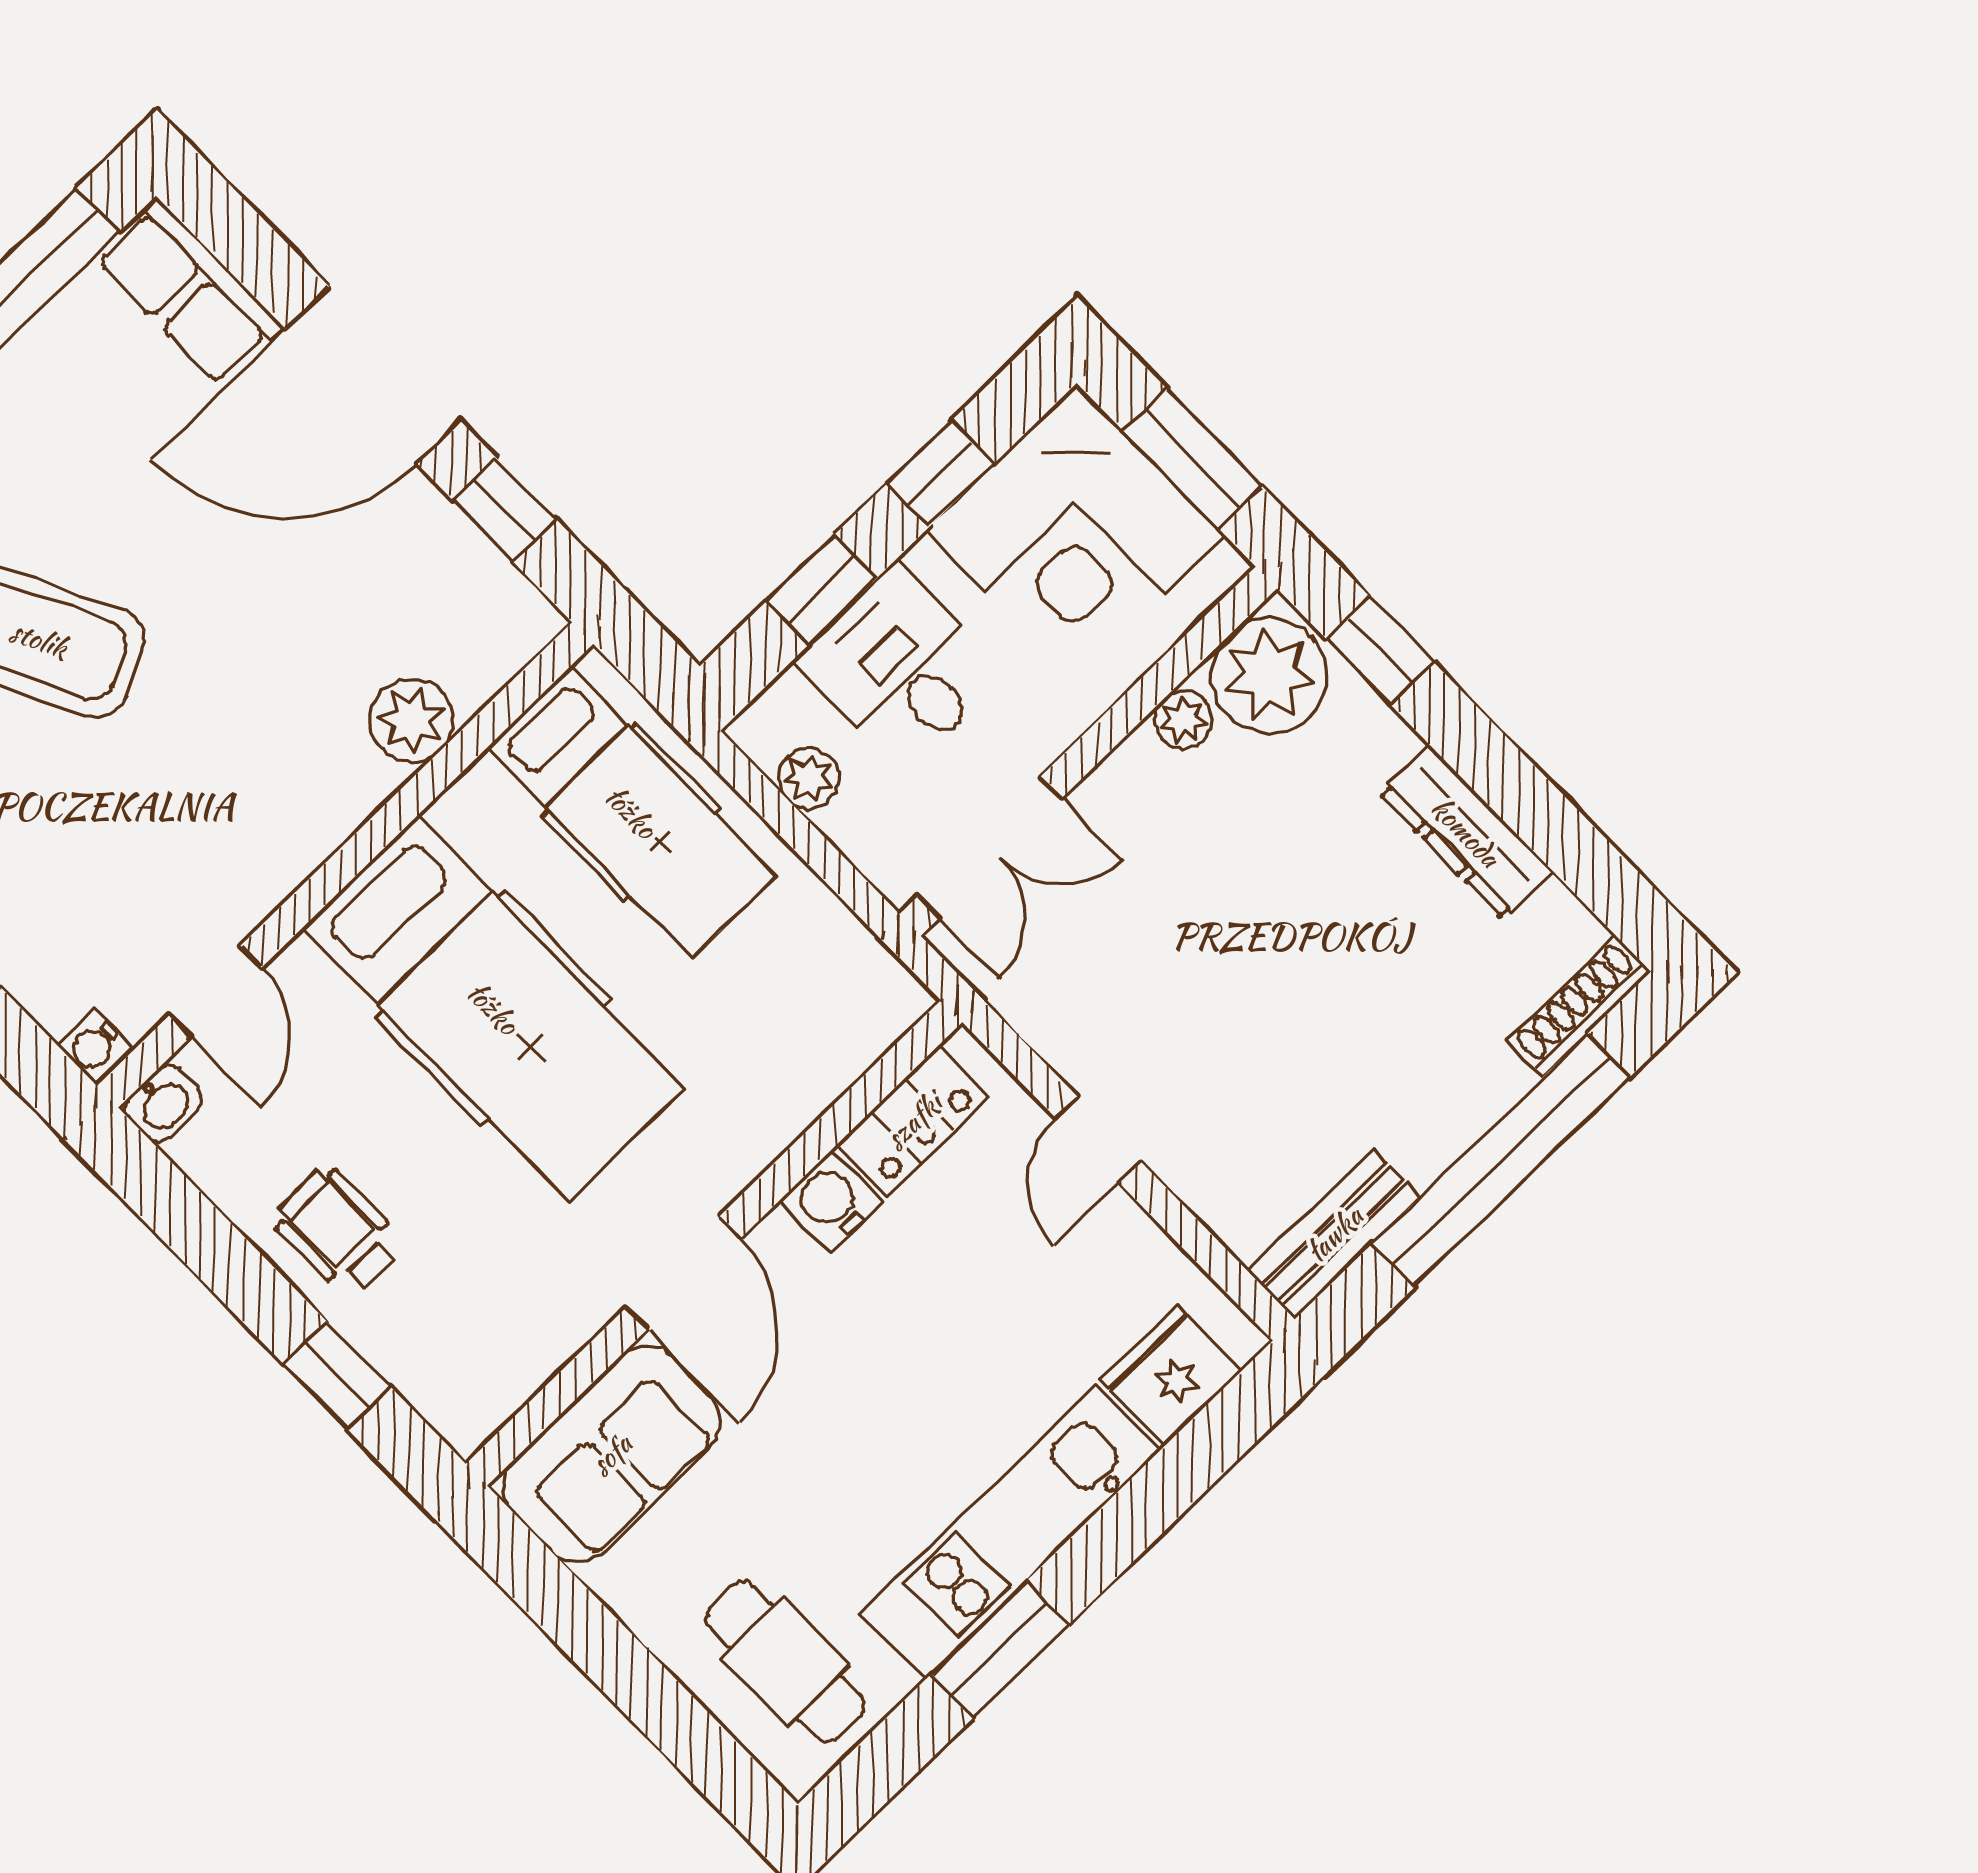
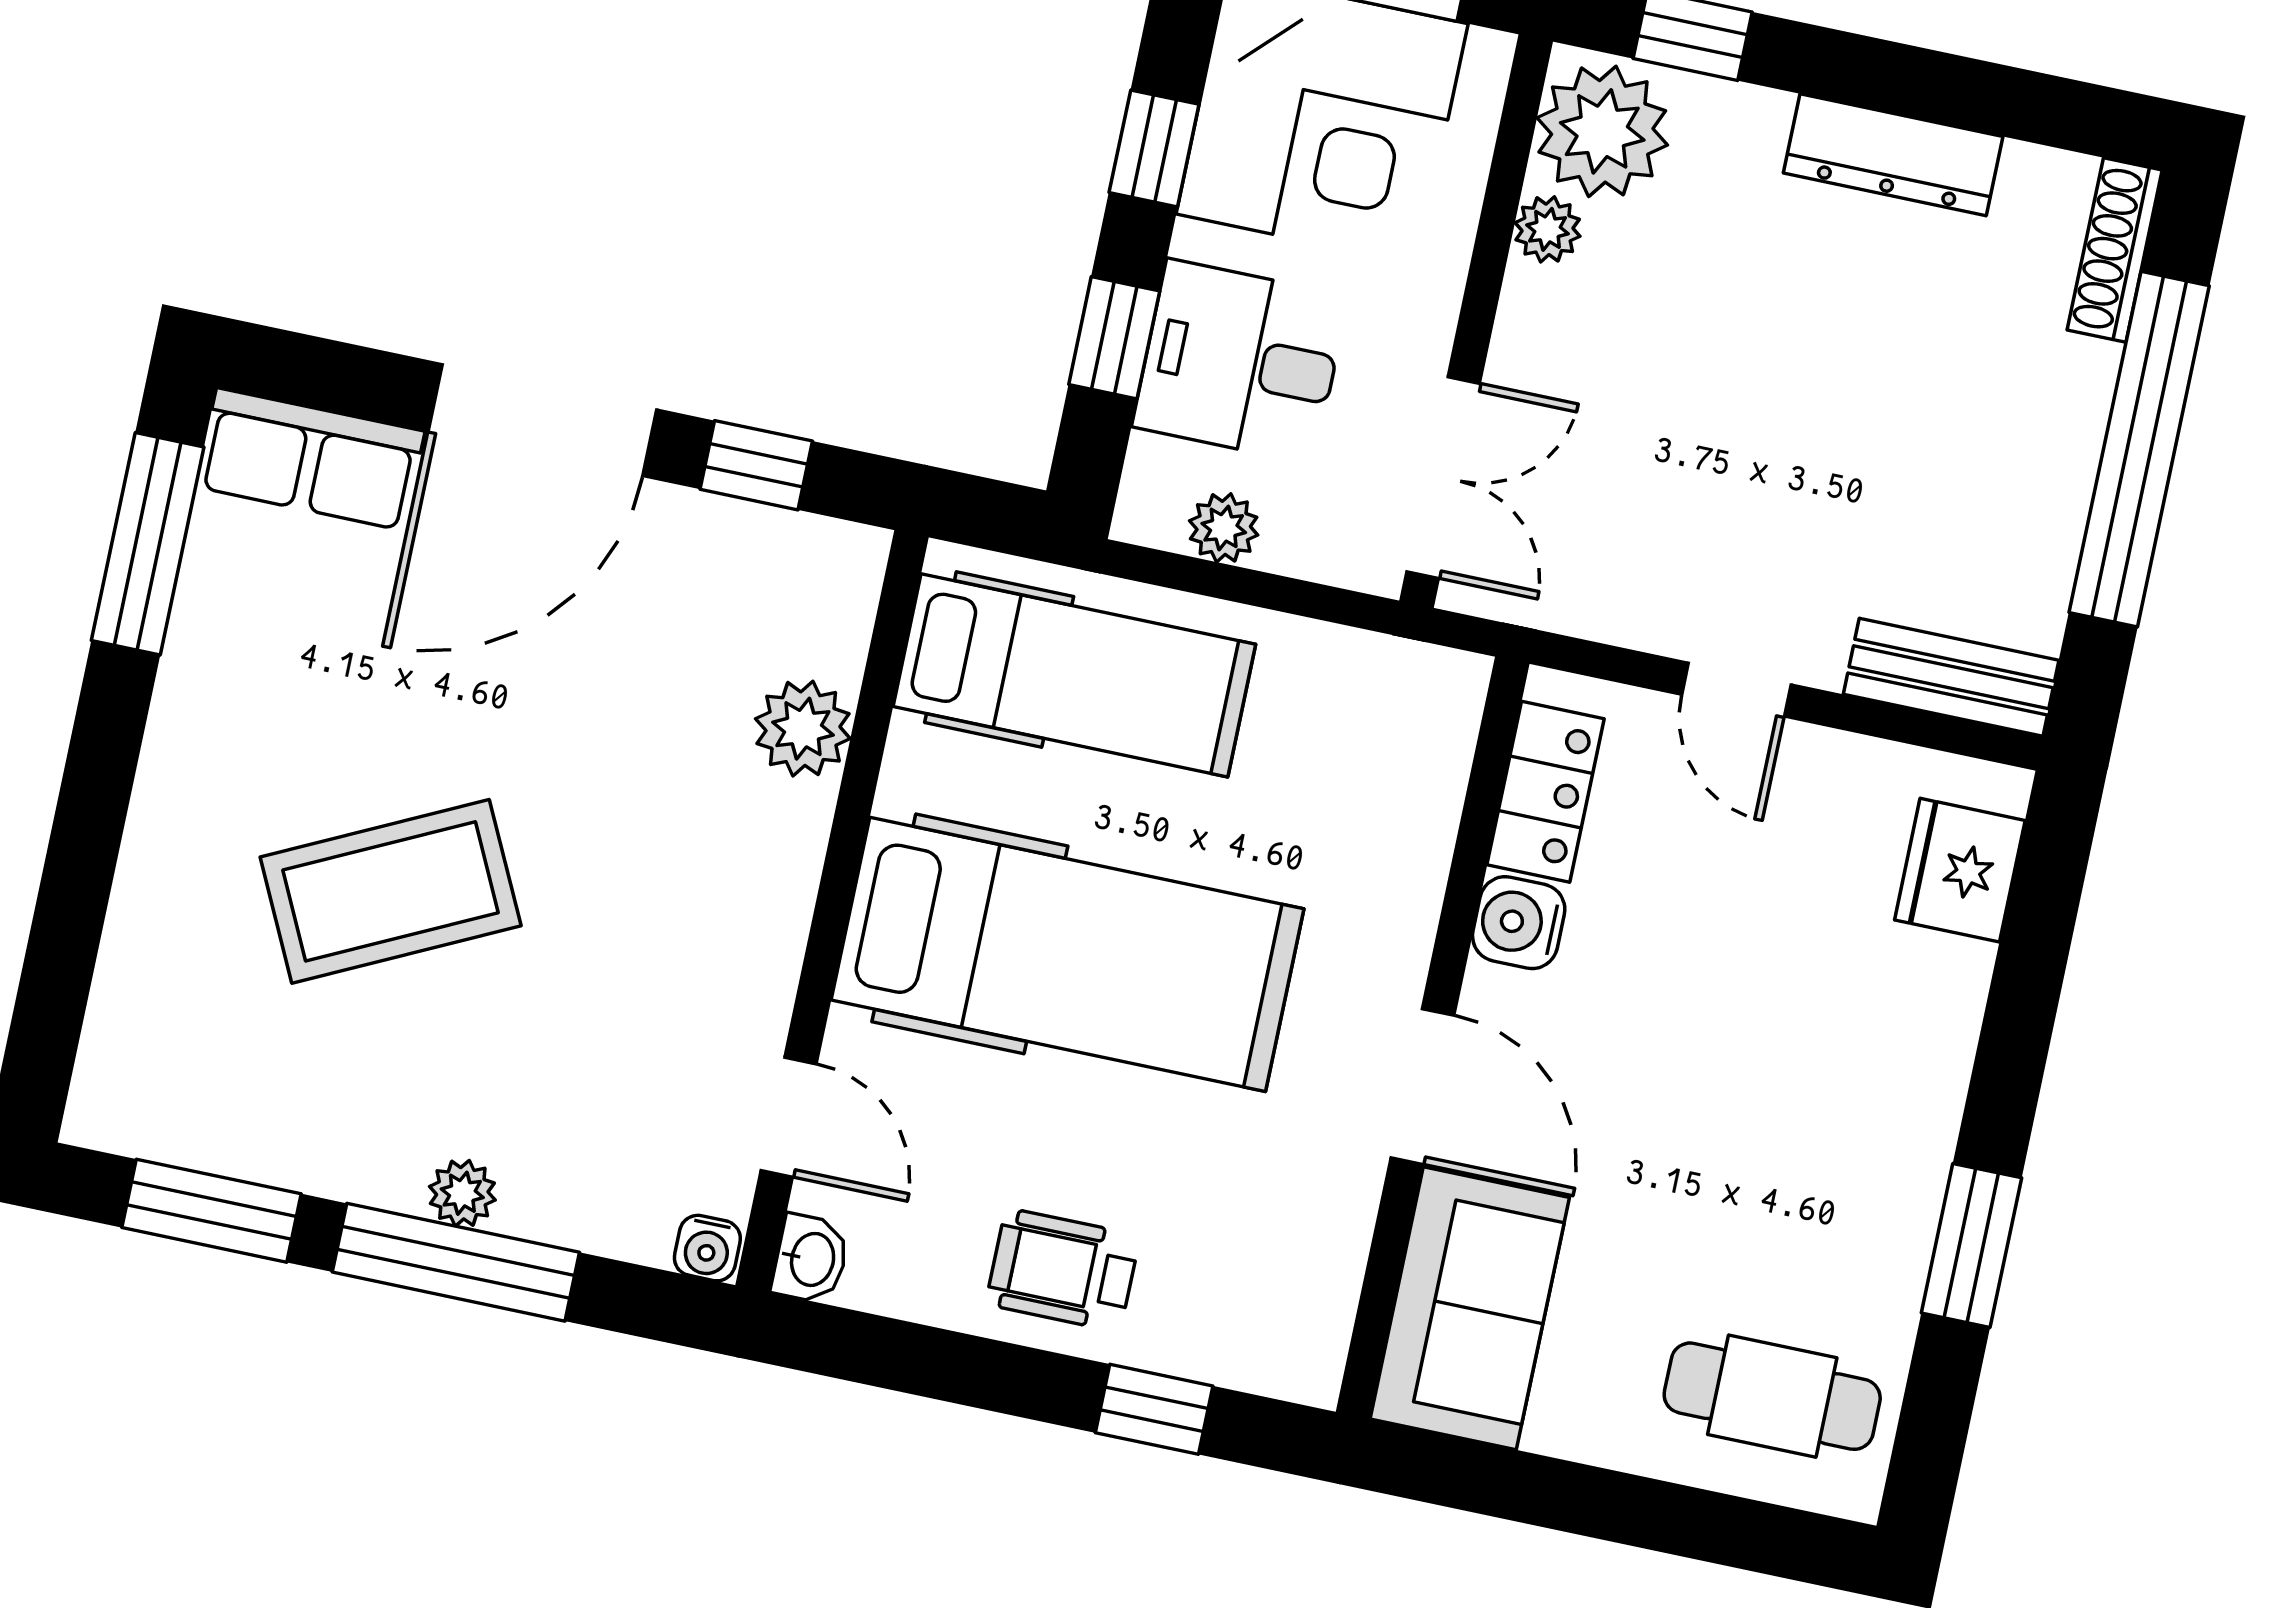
bench: (1334, 1234) -> (1951, 677), moved, turned 90
kitchen unit: (1011, 1532) -> (1906, 1125), removed

